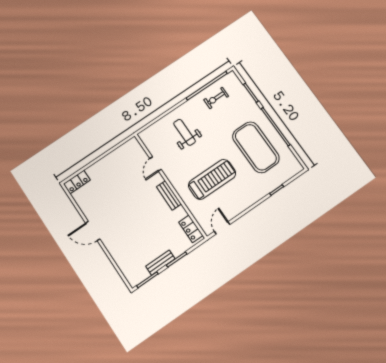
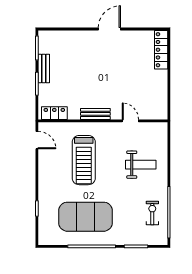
locker: (77, 182) -> (161, 50), width x1.53

